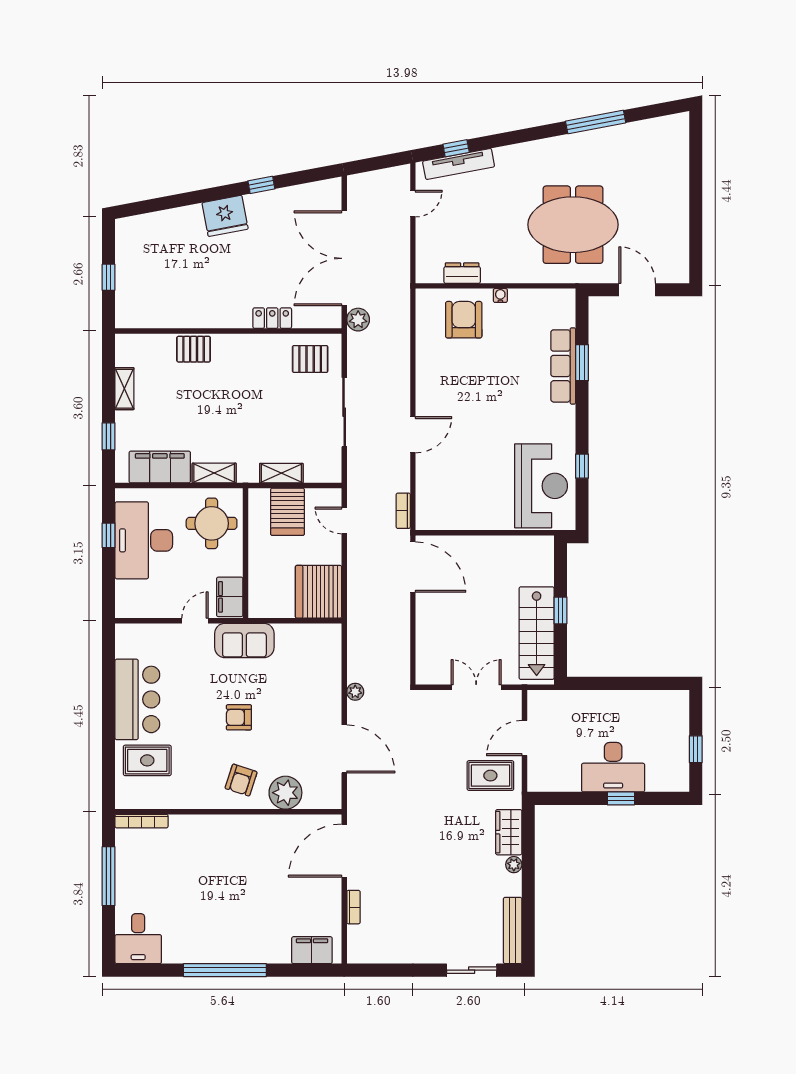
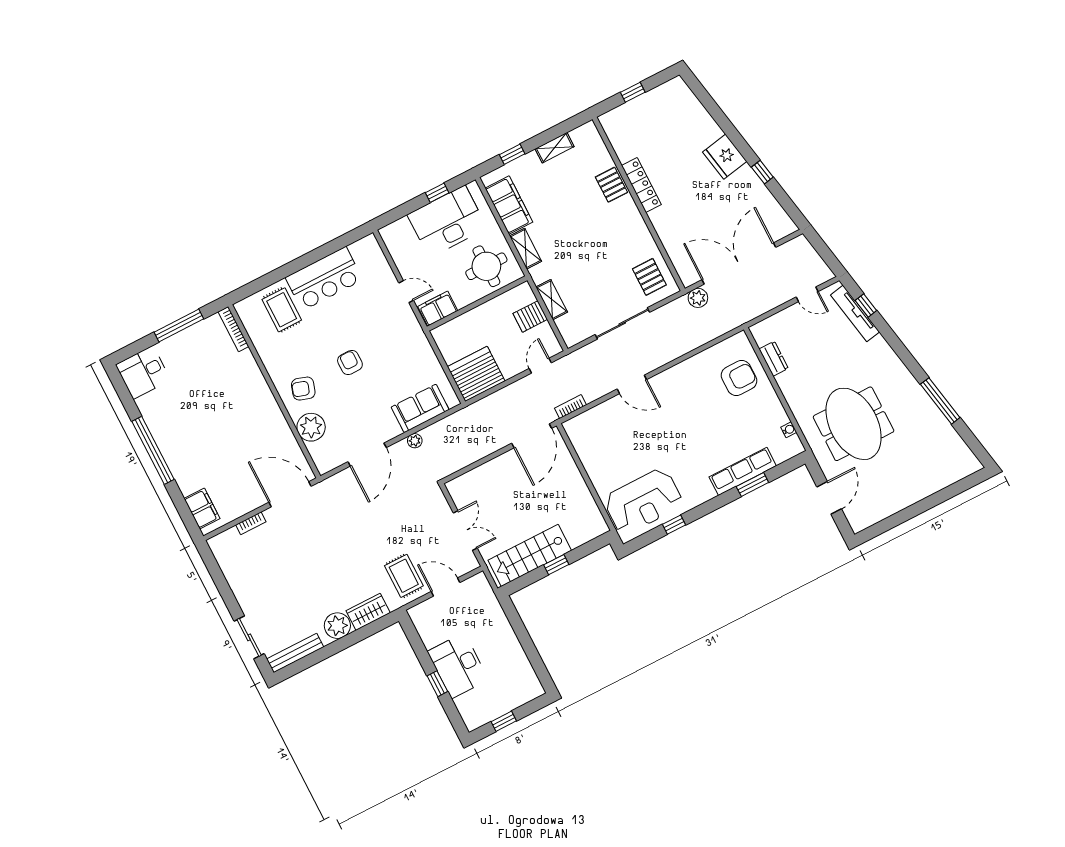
water cooler: (500, 295) -> (789, 430), moved
locker: (272, 318) -> (641, 185), moved, width x1.53
server rack: (288, 512) -> (530, 316), width x0.73, depth x0.70
sofa: (244, 640) -> (420, 408), moved, turned 90
plant: (514, 865) -> (337, 626), width x1.88, depth x1.88

